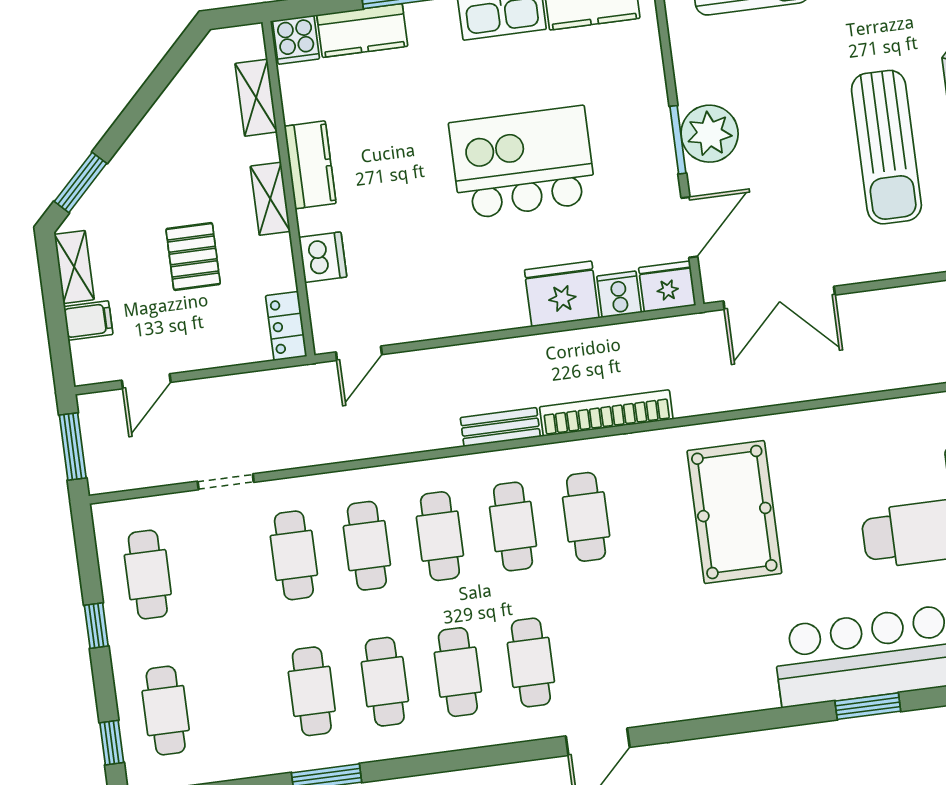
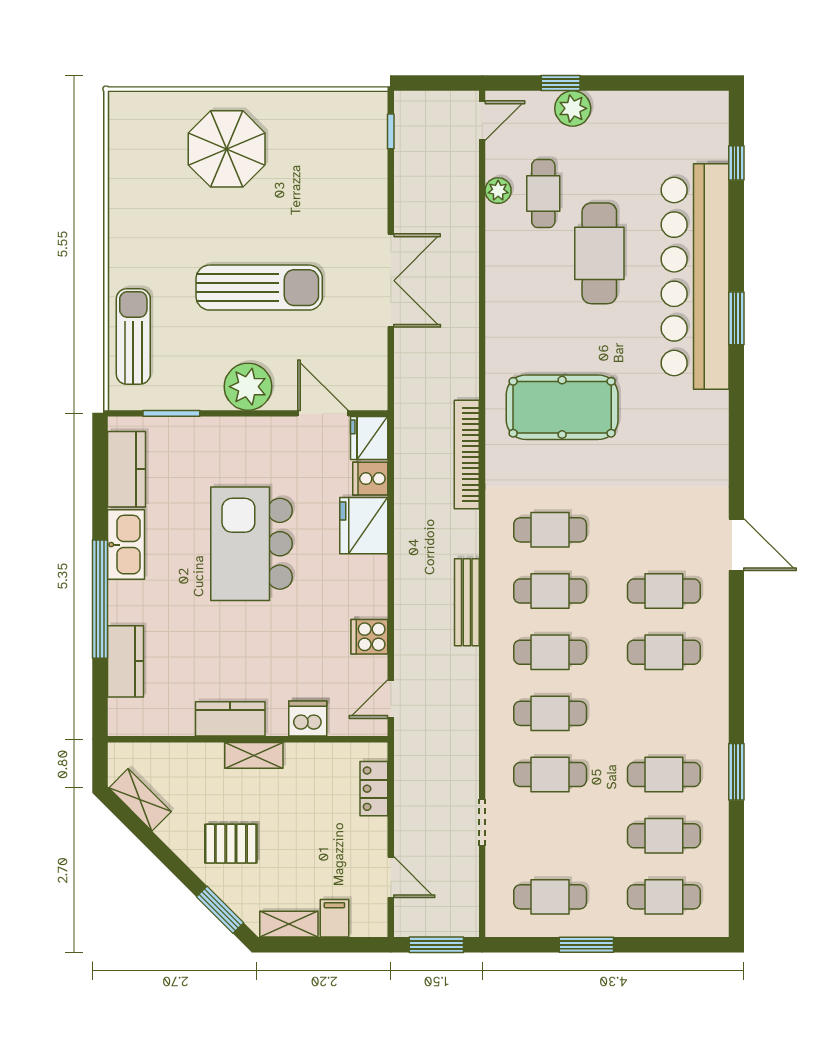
cooker: (296, 40) -> (369, 637), moved, turned 180
shelving: (256, 98) -> (140, 800), moved, turned 45
window: (678, 140) -> (171, 413), moved
sun lounger: (886, 147) -> (259, 288), moved
pallet: (193, 257) -> (231, 844), moved
double door: (779, 298) -> (391, 281), moved
locker: (286, 326) -> (374, 789), moved, turned 90
door: (359, 353) -> (391, 699), swing flipped
bookcase: (606, 413) -> (467, 454), moved
bench: (500, 427) -> (467, 602), width x1.36
window: (96, 626) -> (586, 945), width x1.50
cafe table: (385, 682) -> (664, 836), moved
window: (112, 743) -> (684, 945), removed

